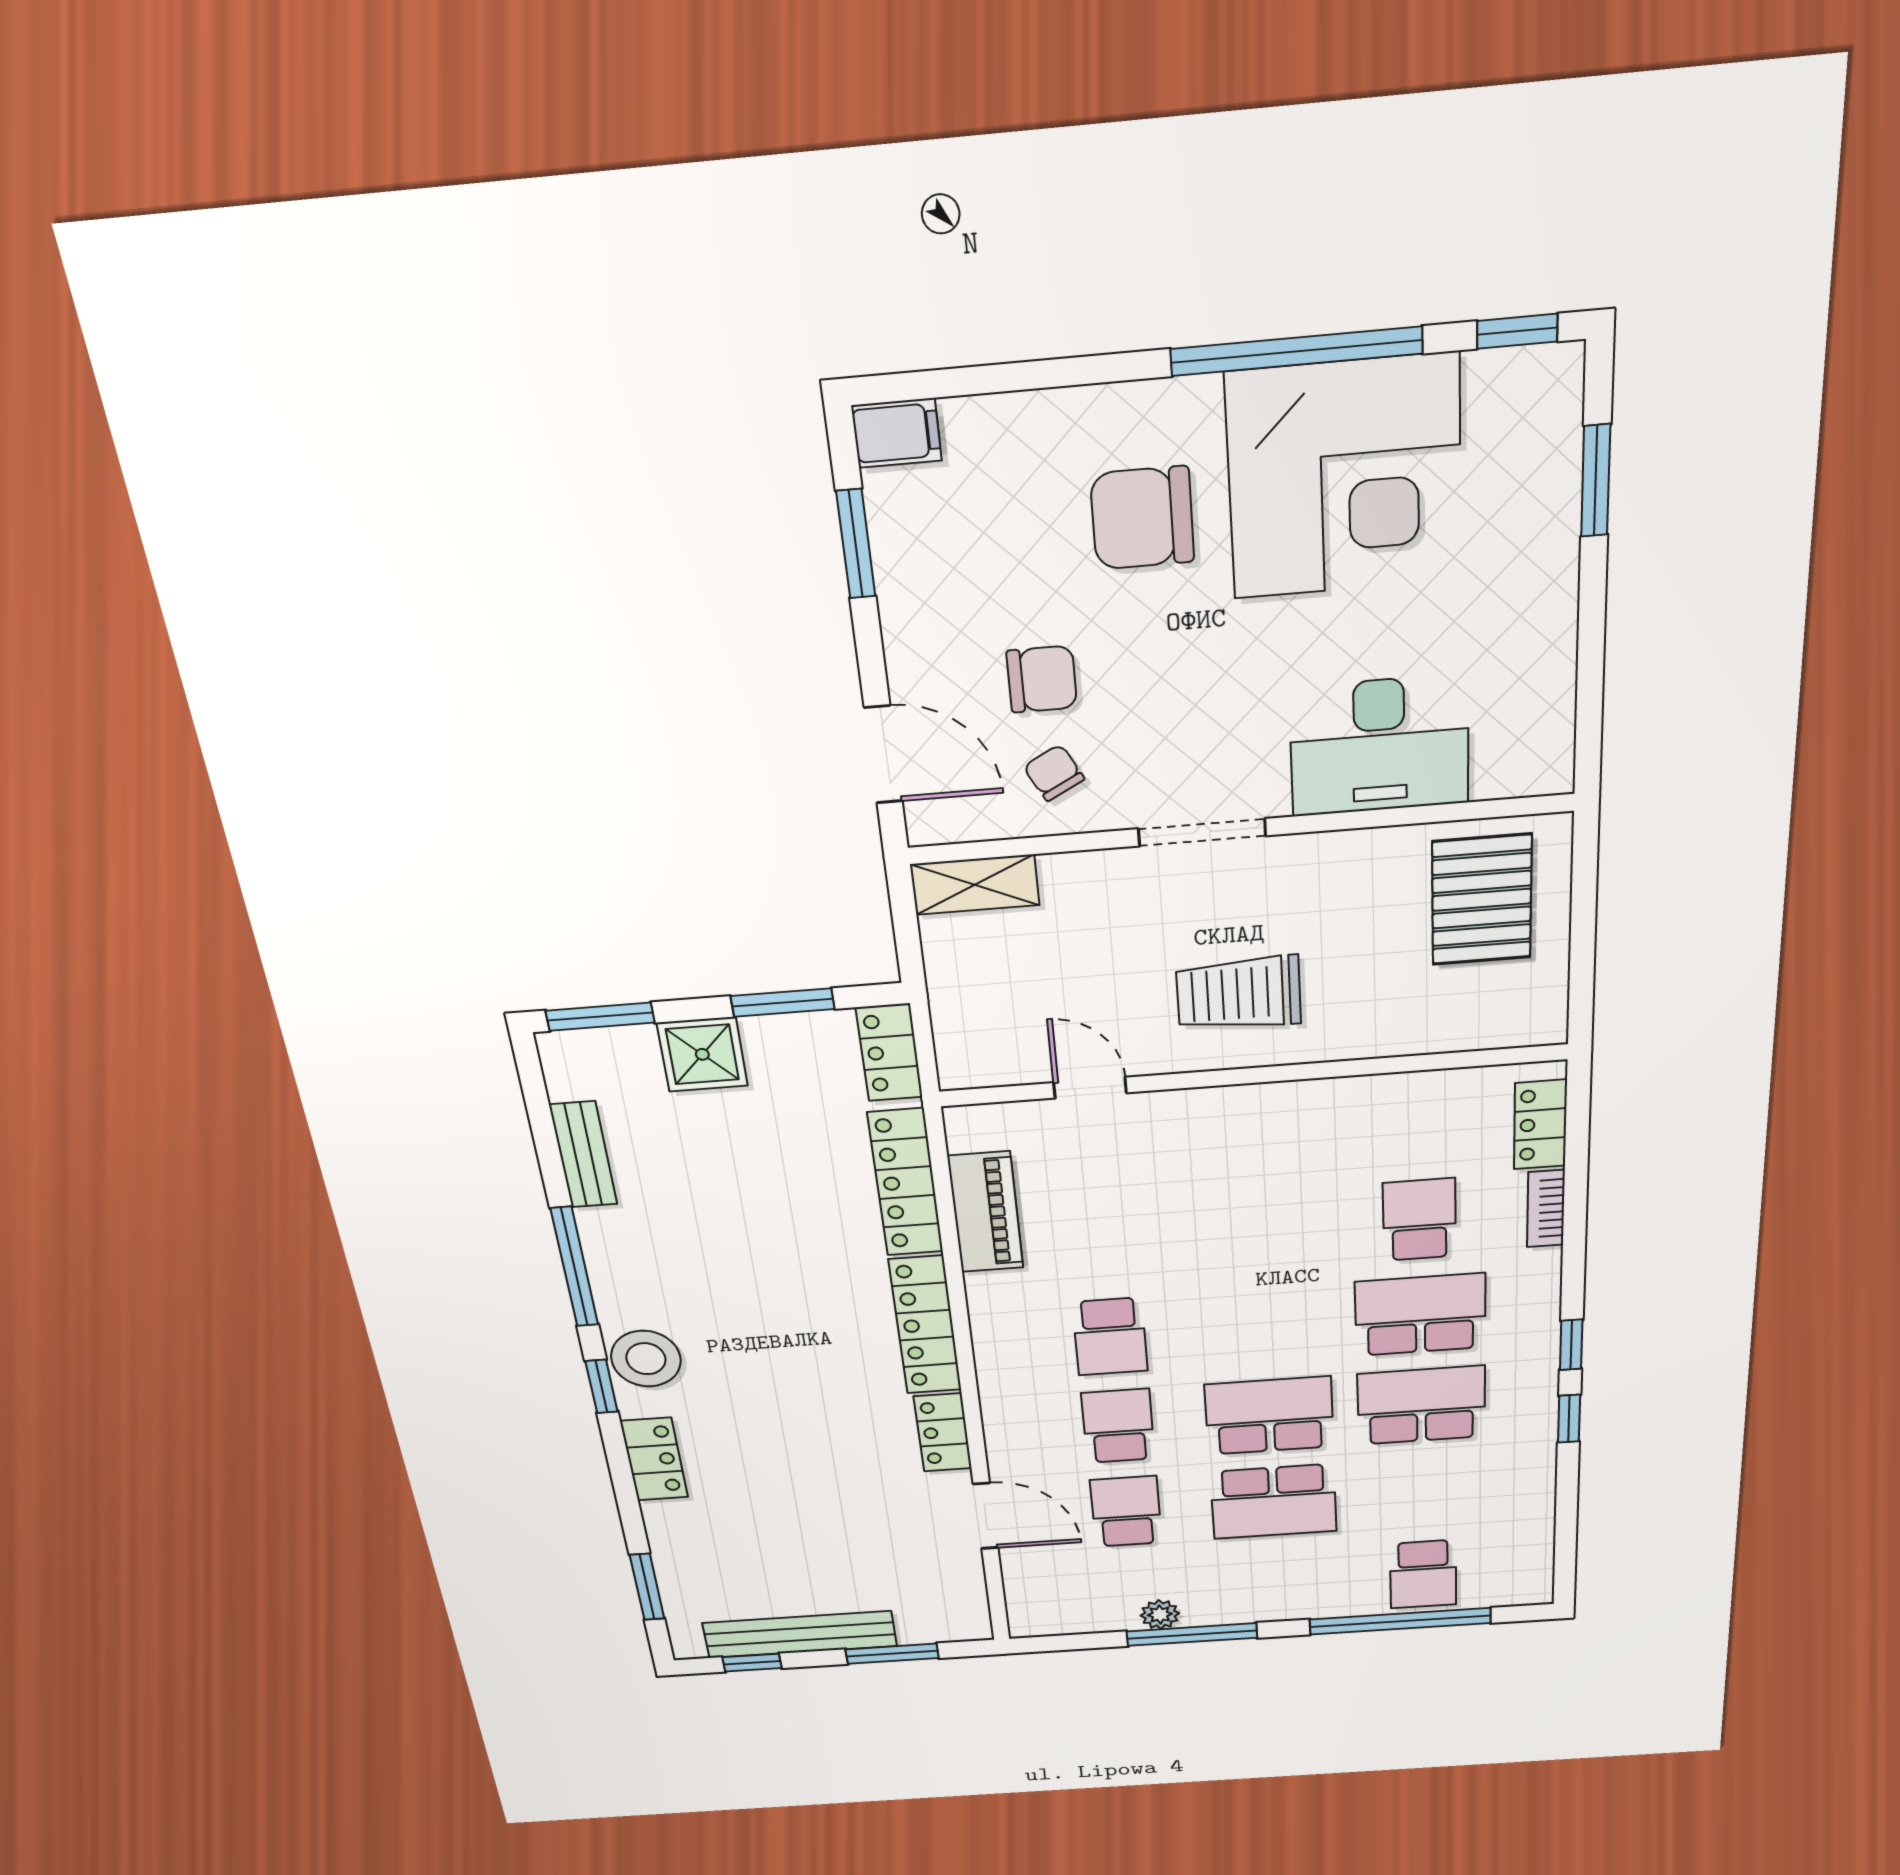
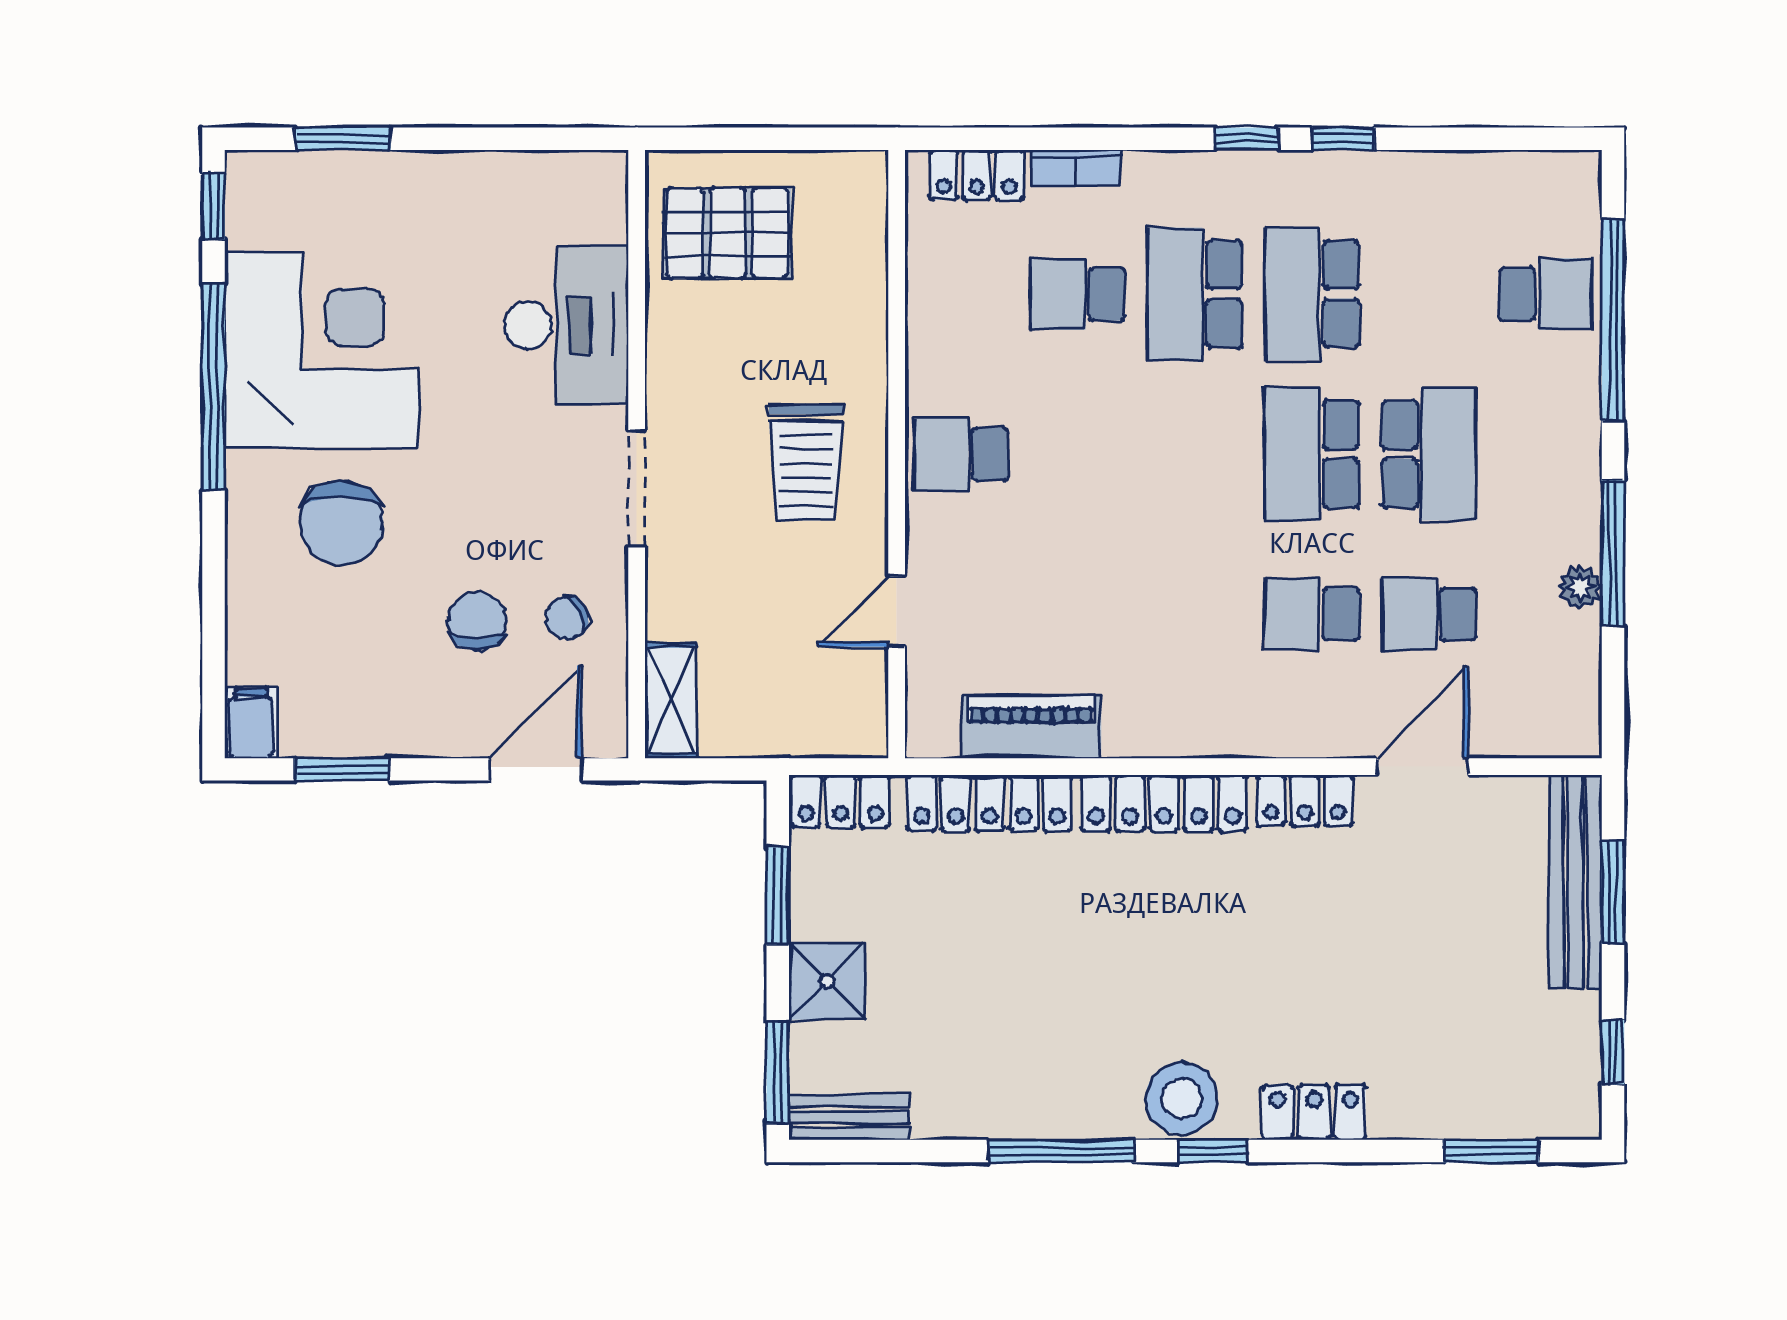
bench: (583, 1155) -> (849, 1117), moved
school desk: (1110, 1336) -> (961, 454), moved, turned 180
bench: (800, 1634) -> (1575, 882), moved

